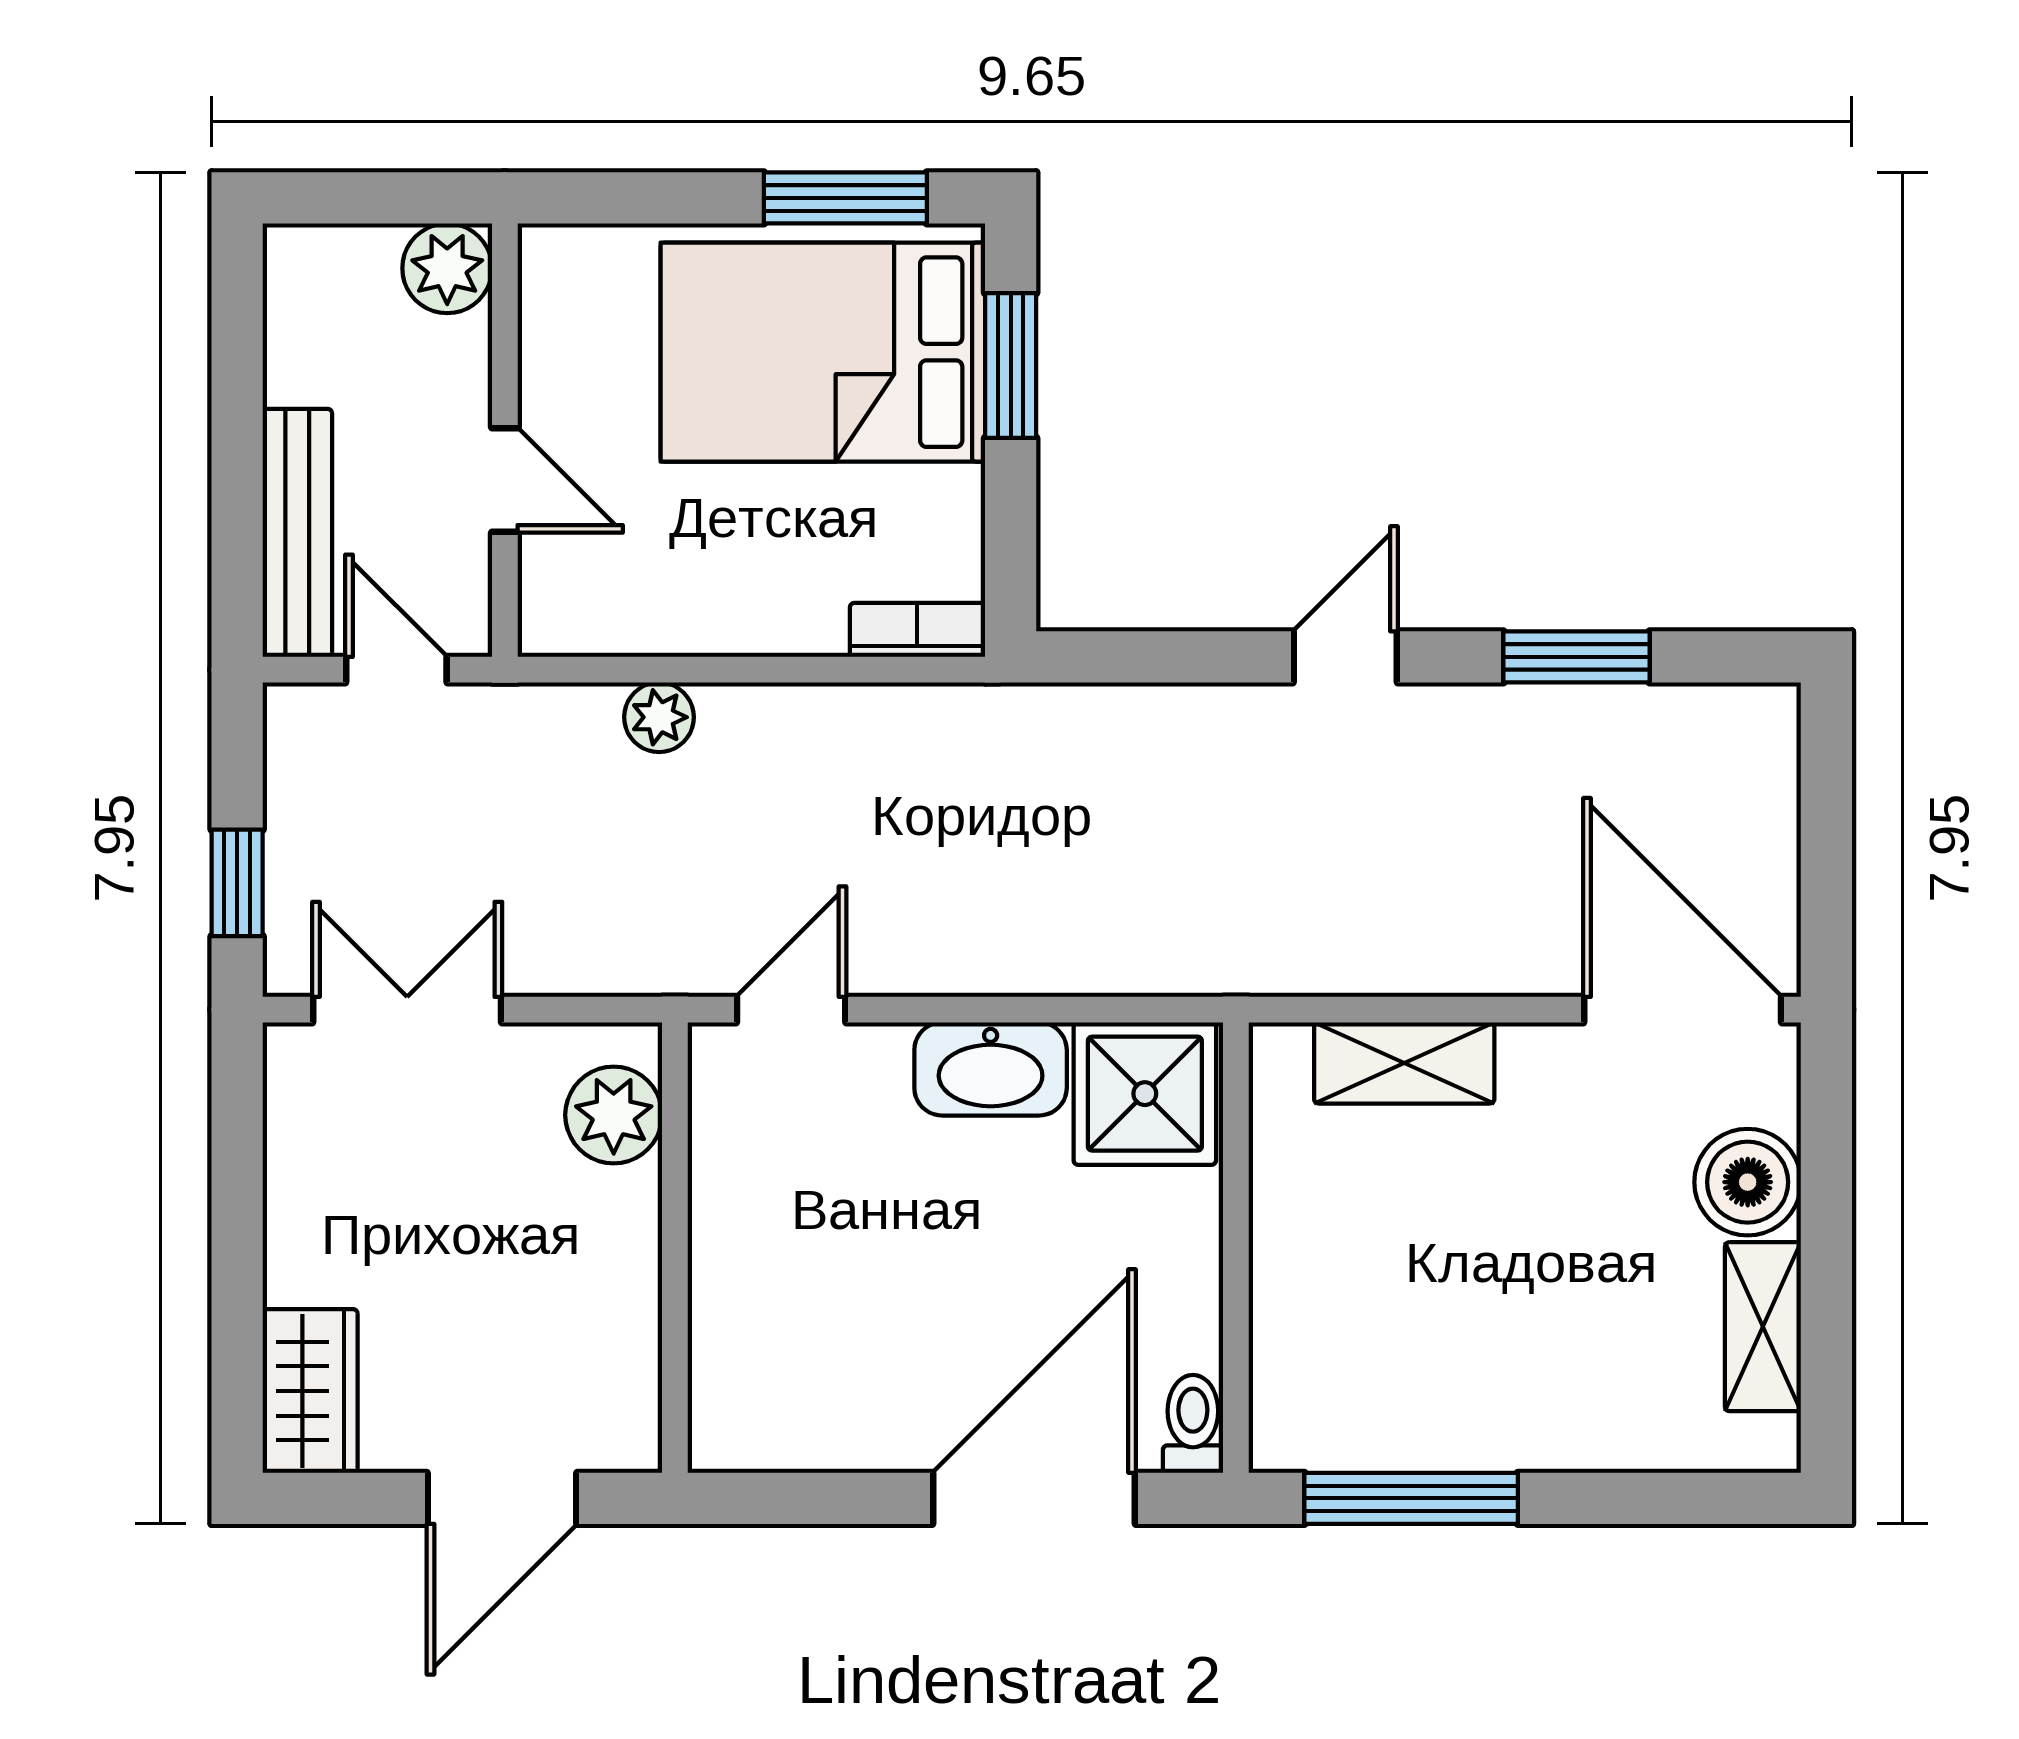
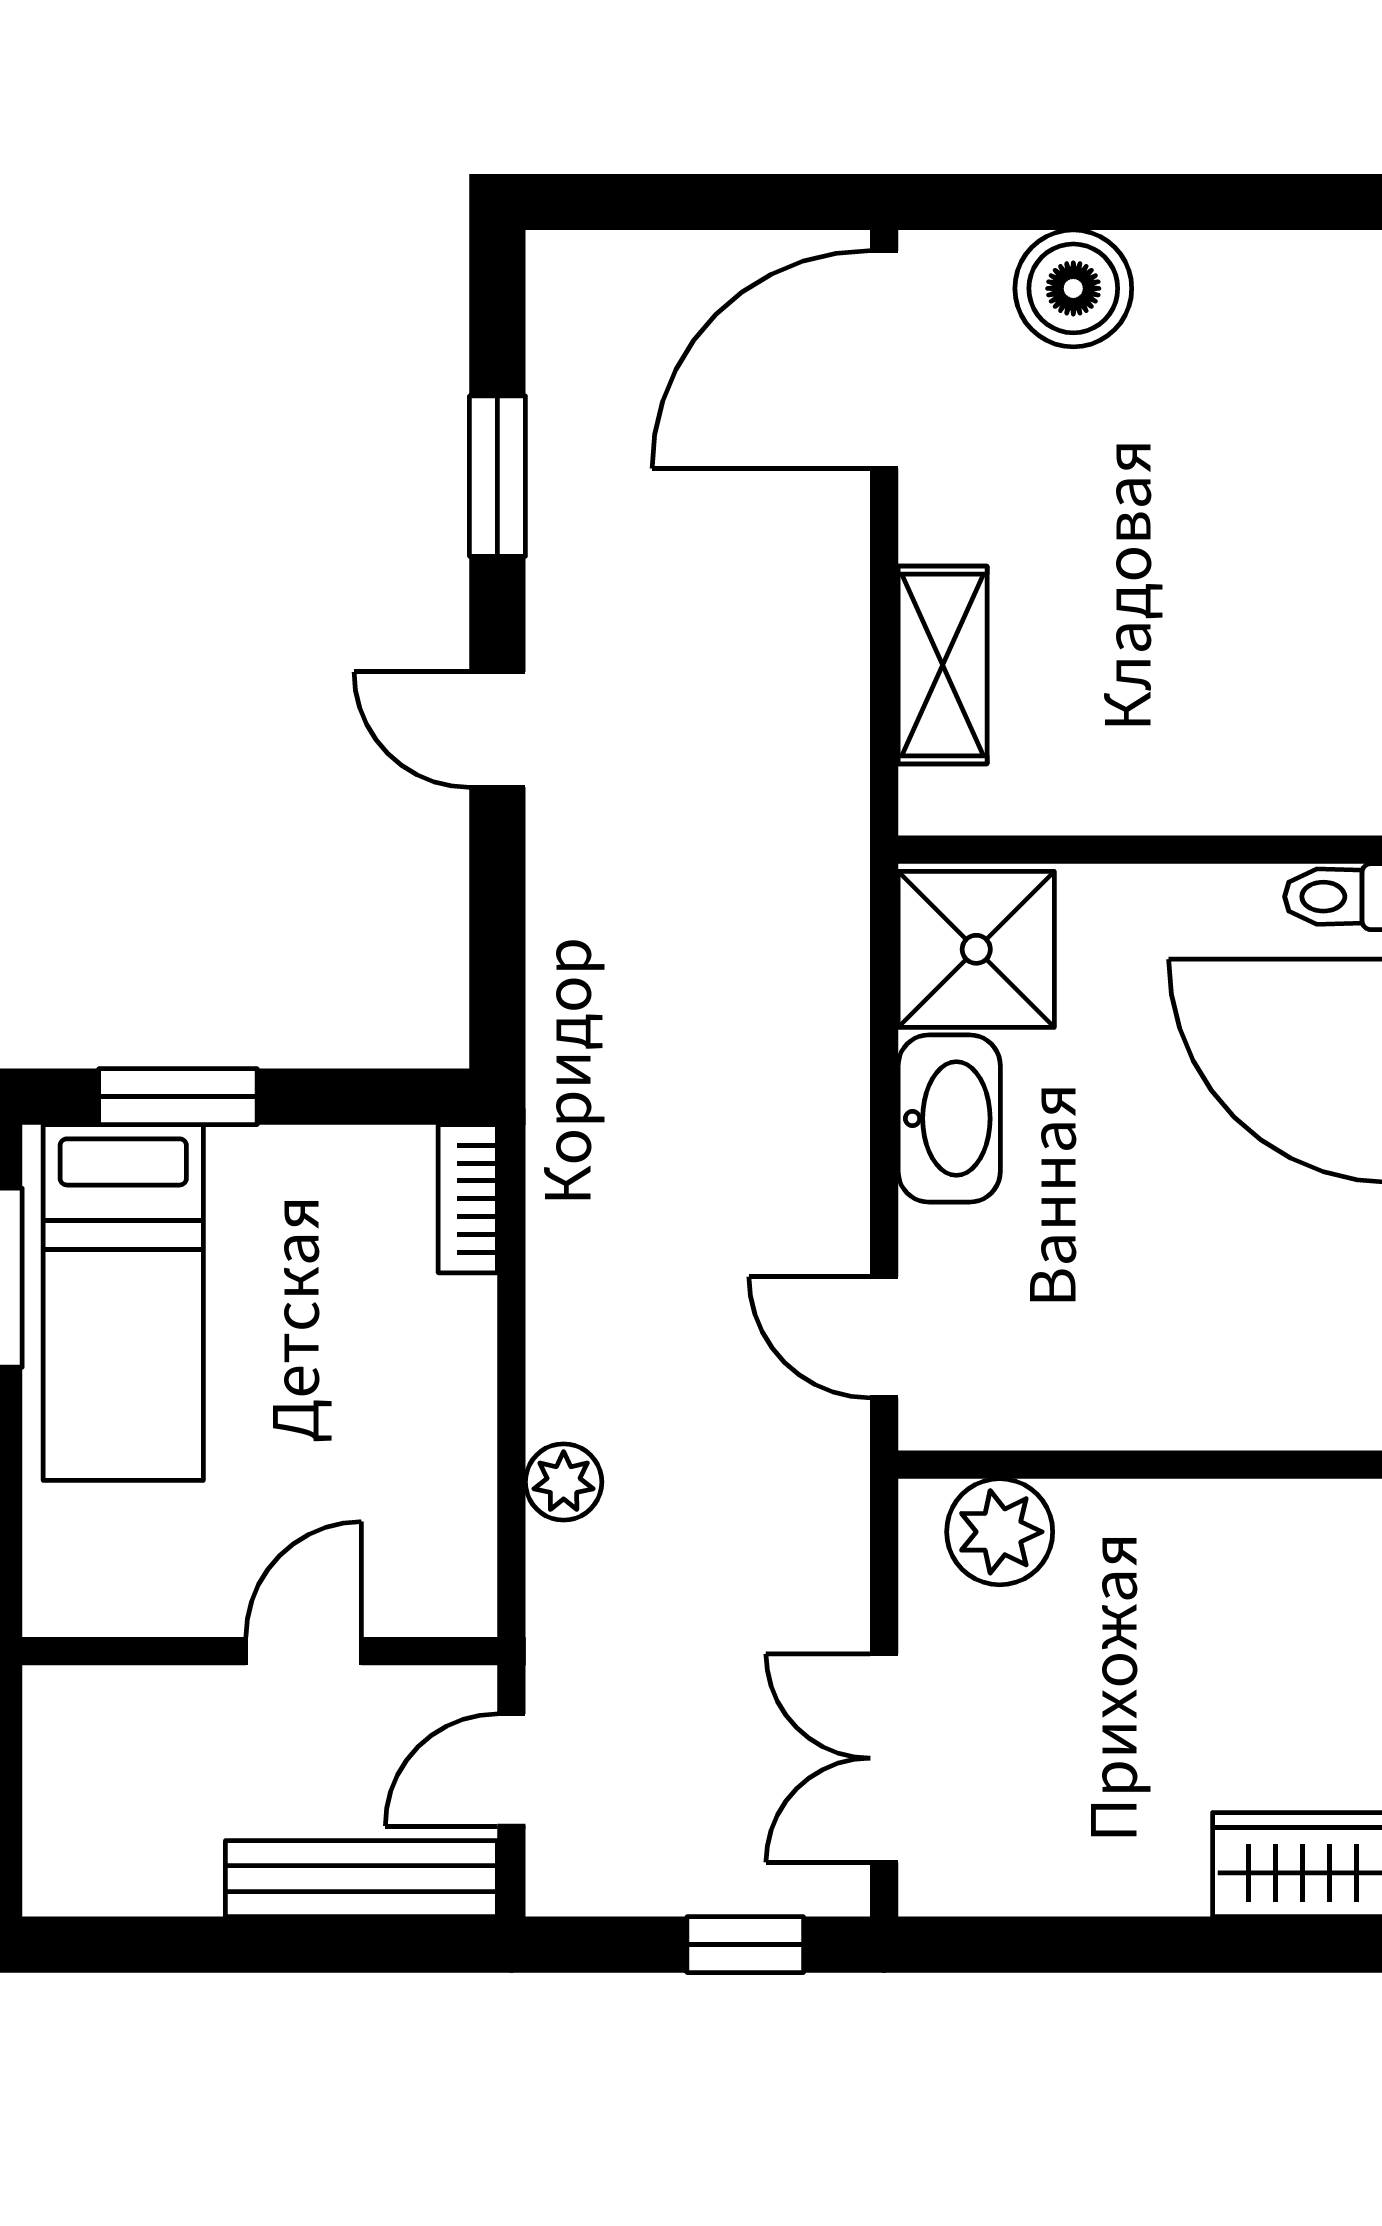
plant: (447, 268) -> (71, 1714), removed
bed: (823, 352) -> (123, 1302), width x0.67
shelving: (1763, 1327) -> (1232, 272), removed

